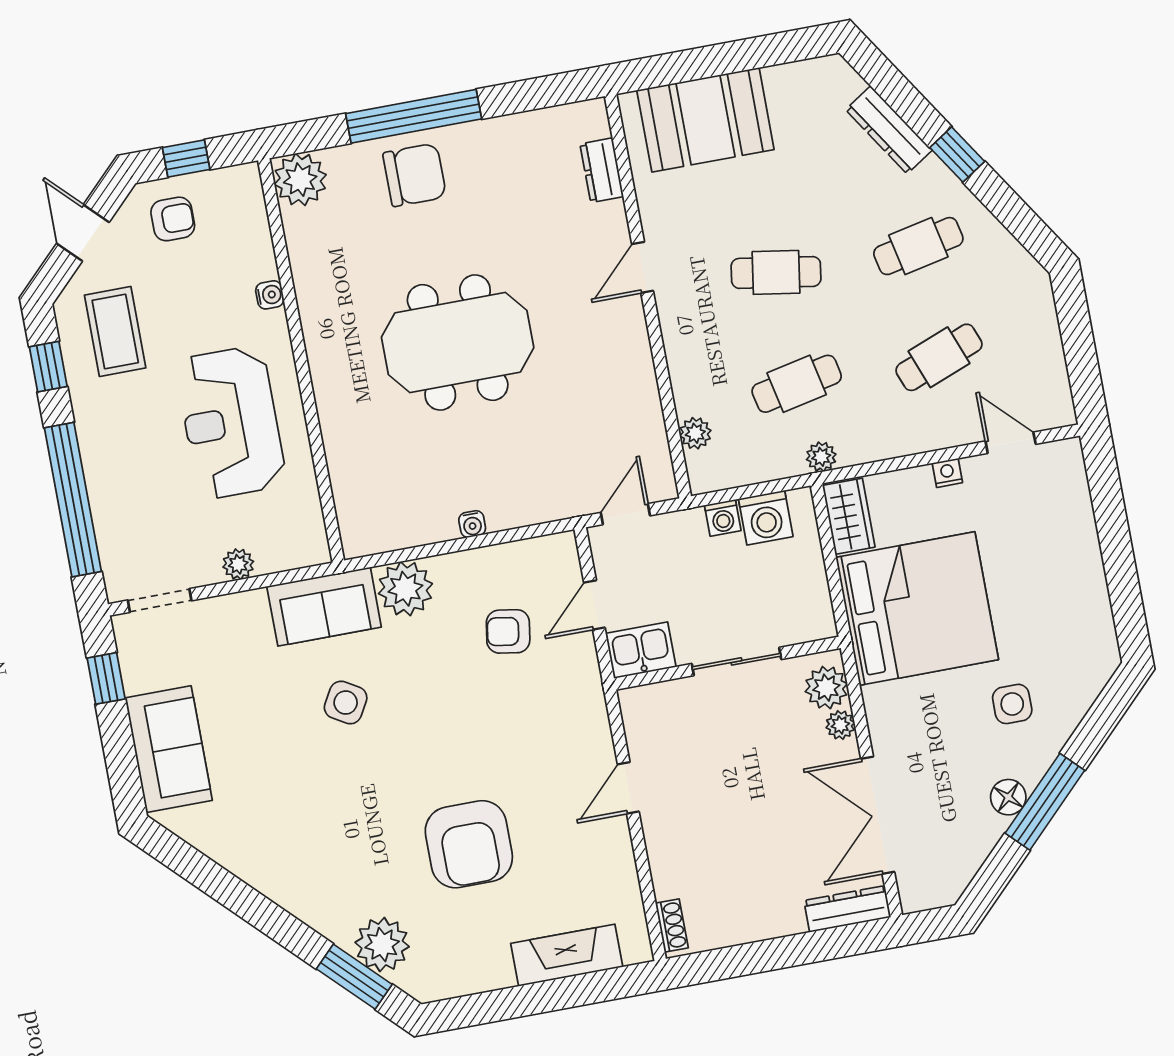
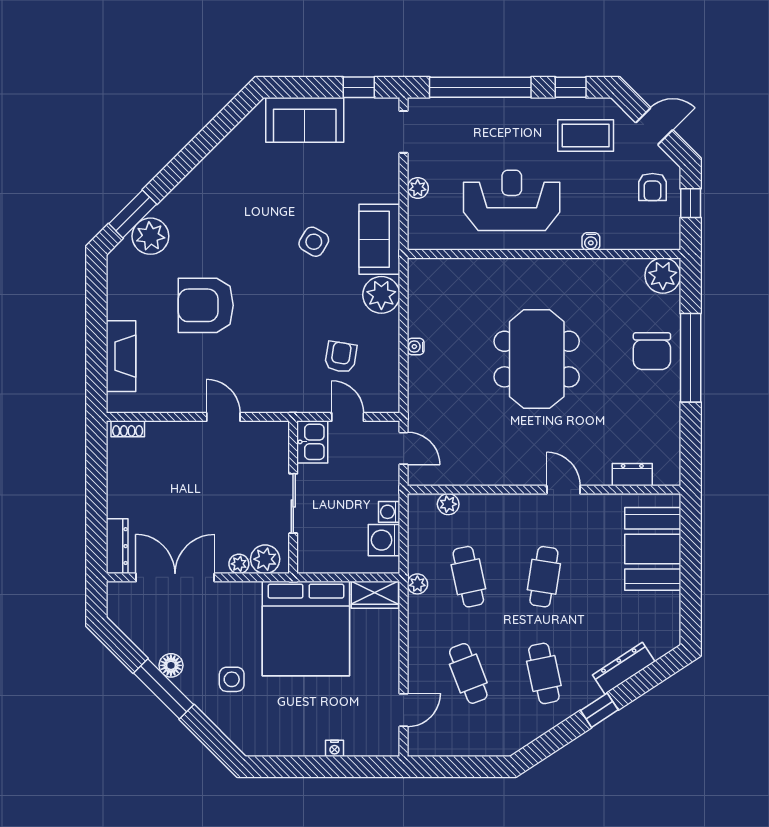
nightstand: (947, 473) -> (335, 748), moved, turned 90

